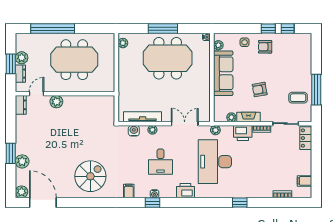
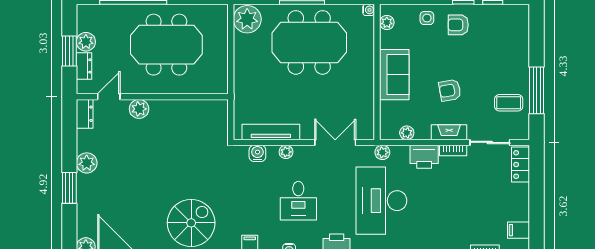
plant: (123, 43) -> (247, 19), width x1.87, depth x1.87
sofa: (223, 73) -> (394, 75), width x0.73
fireplace: (248, 117) -> (449, 132), moved
plant: (22, 161) -> (87, 163), moved

